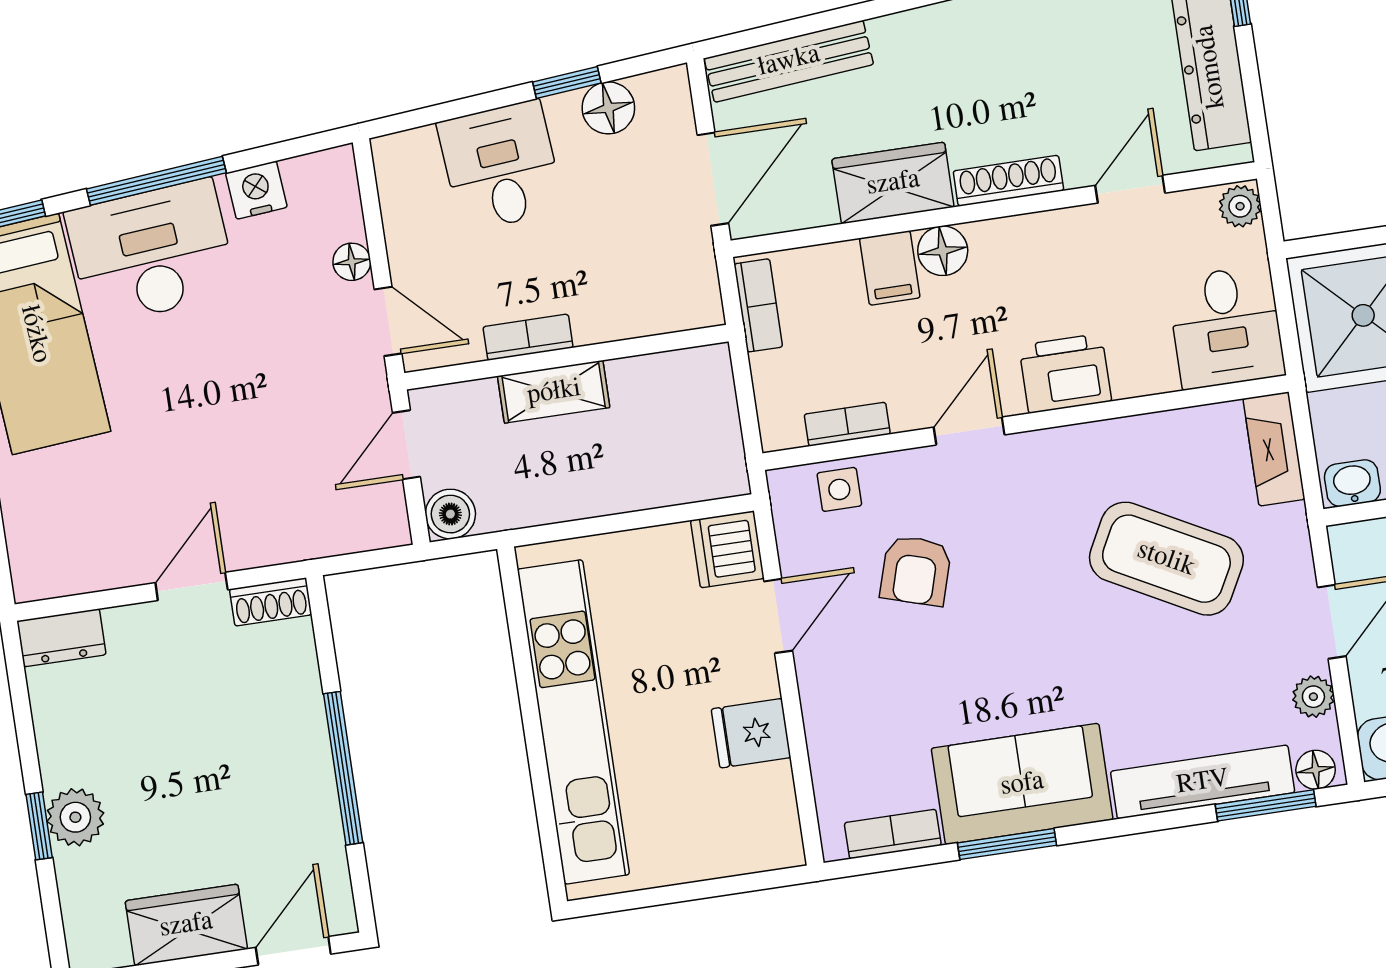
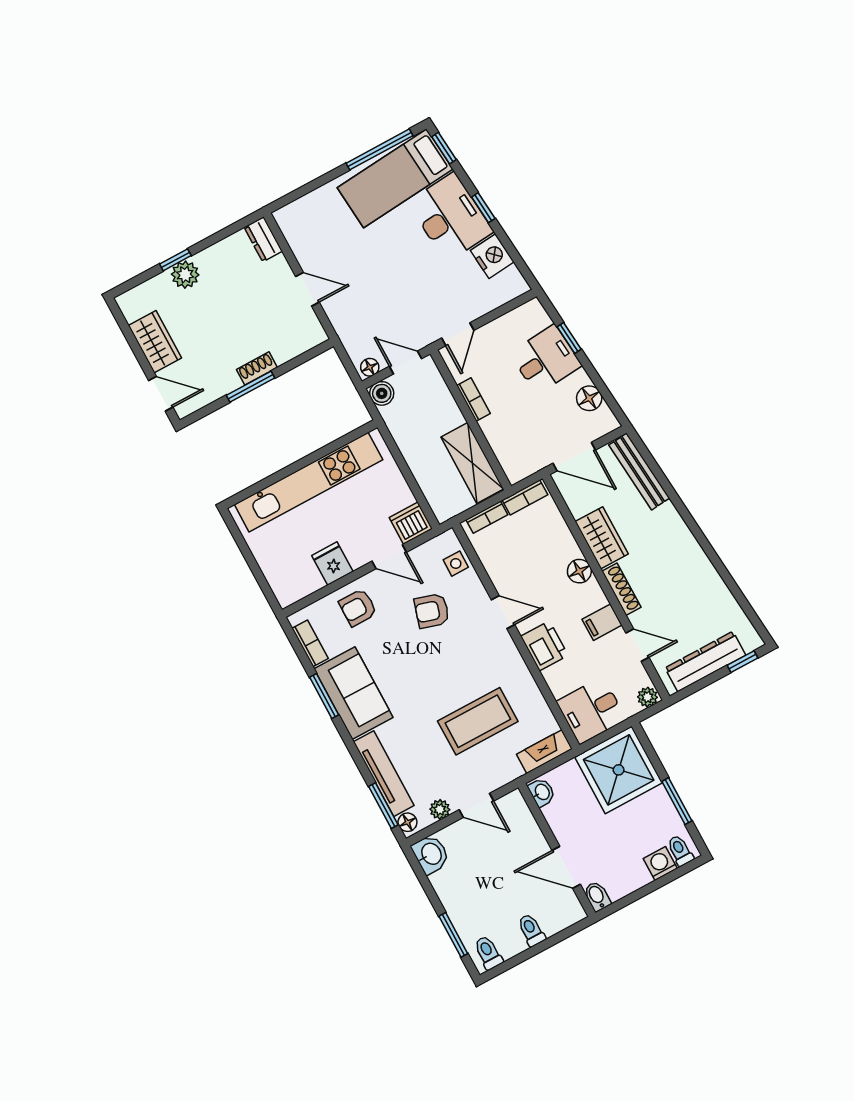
window: (567, 82) -> (569, 338), moved
window: (156, 181) -> (483, 208), width x0.46
nightstand: (256, 190) -> (492, 256), width x1.36, depth x1.33
floor lamp: (352, 262) -> (370, 367), moved
filing cabinet: (890, 268) -> (602, 622), moved
shelving: (554, 392) -> (472, 463), moved, width x1.50, depth x1.33
bookcase: (847, 424) -> (487, 517), moved, turned 90
coffee table: (1166, 559) -> (478, 721), turned 62
shoe rack: (271, 602) -> (257, 368), moved, turned 90
armchair: (856, 714) -> (358, 607), added
window: (343, 768) -> (251, 387), width x0.69

